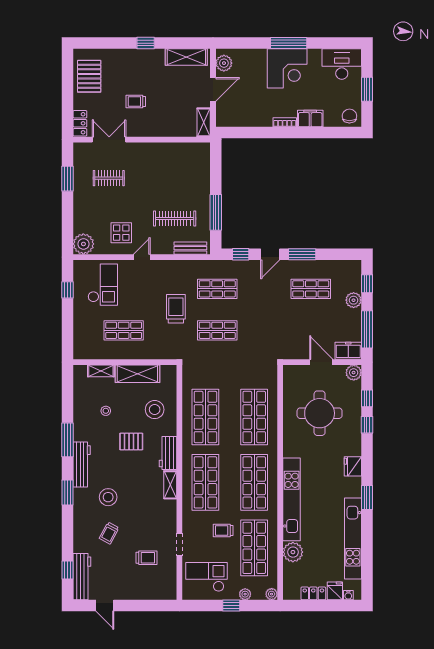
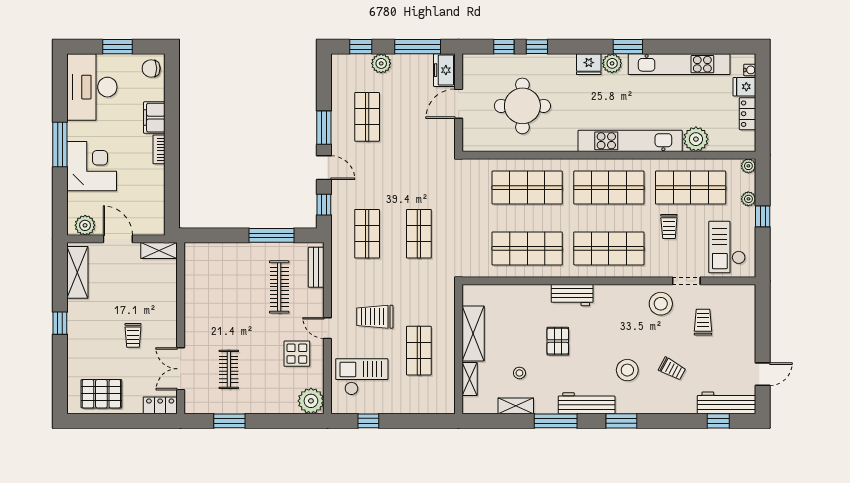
desk: (342, 64) -> (92, 87), width x1.36, depth x1.30
corner desk: (287, 68) -> (92, 166), moved
trolley: (176, 309) -> (375, 317), moved
plant: (354, 373) -> (612, 63), moved
stool: (155, 410) -> (661, 304), moved
shelving: (170, 485) -> (516, 406), moved

